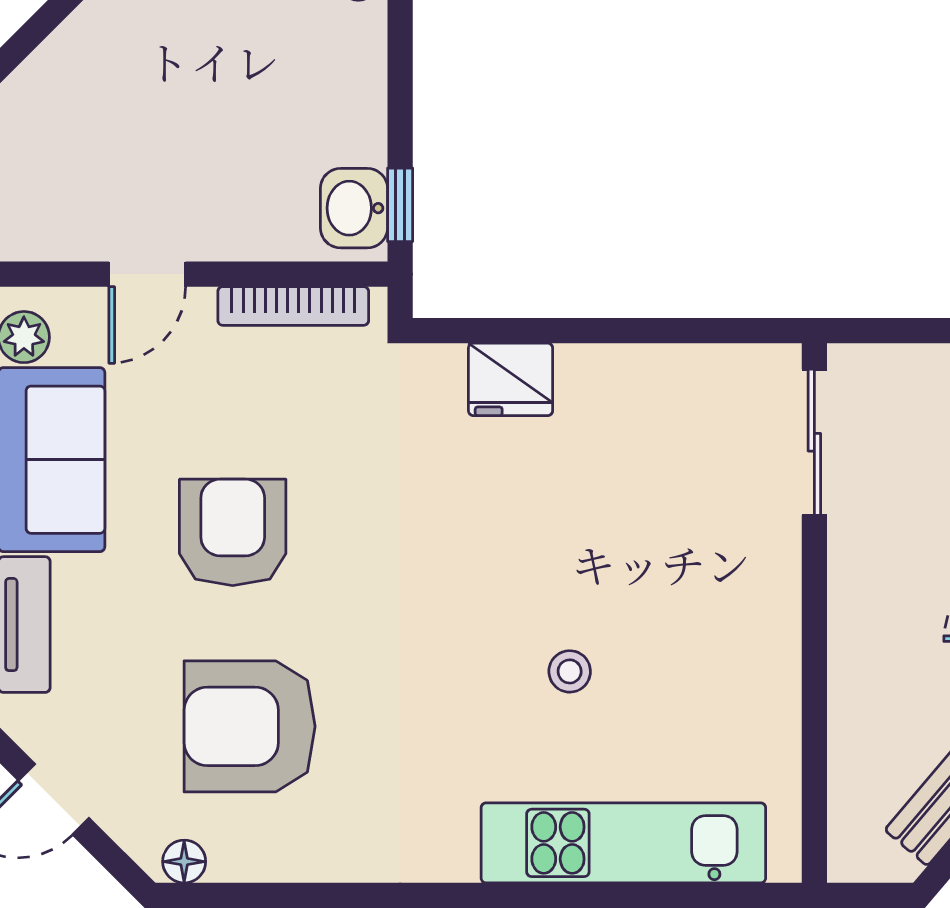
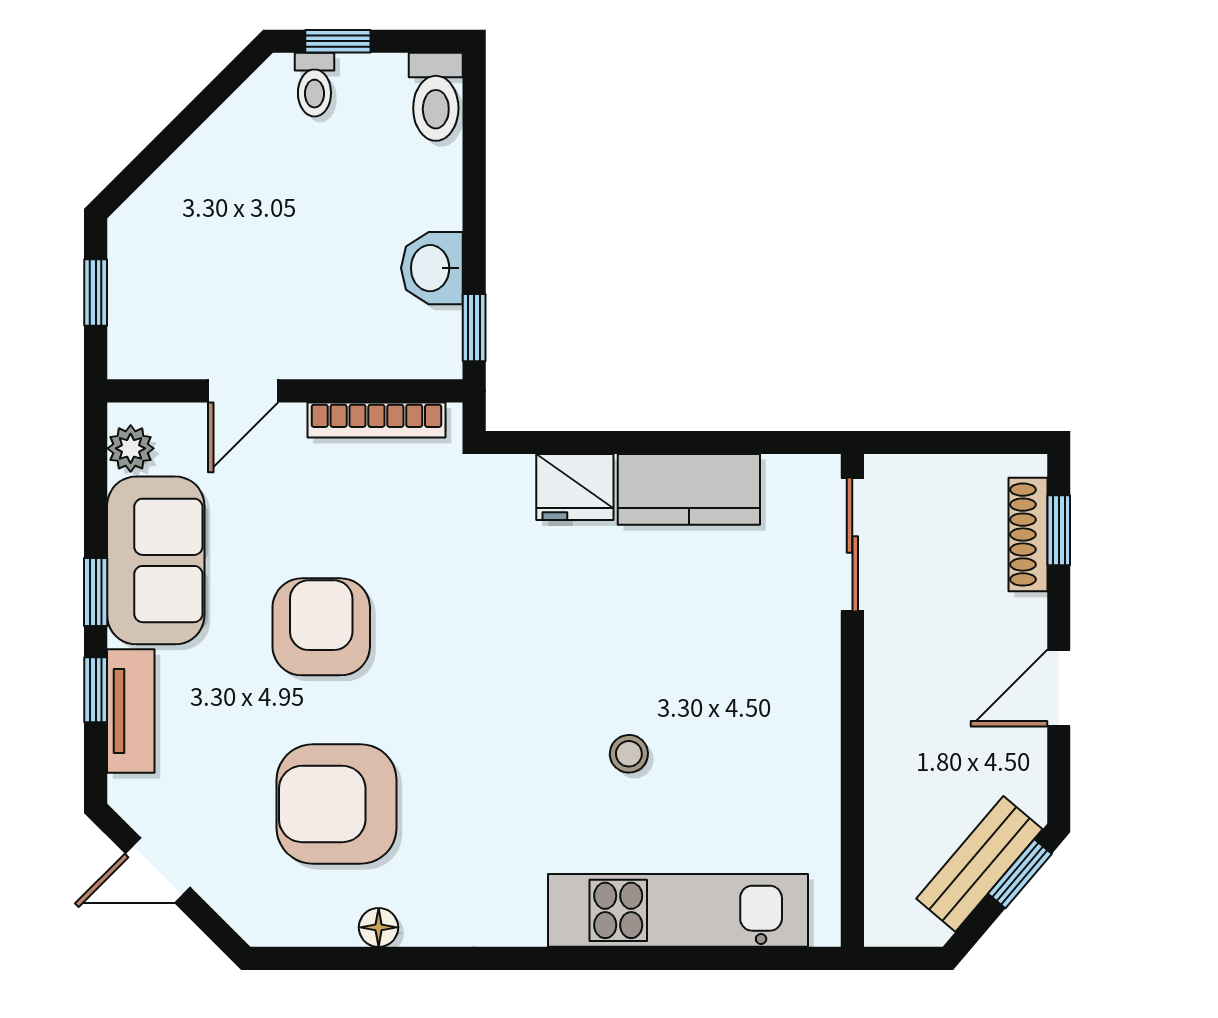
washbasin: (354, 208) -> (432, 268), moved
kitchen counter: (635, 382) -> (689, 489), added
floor lamp: (184, 862) -> (379, 927), moved

